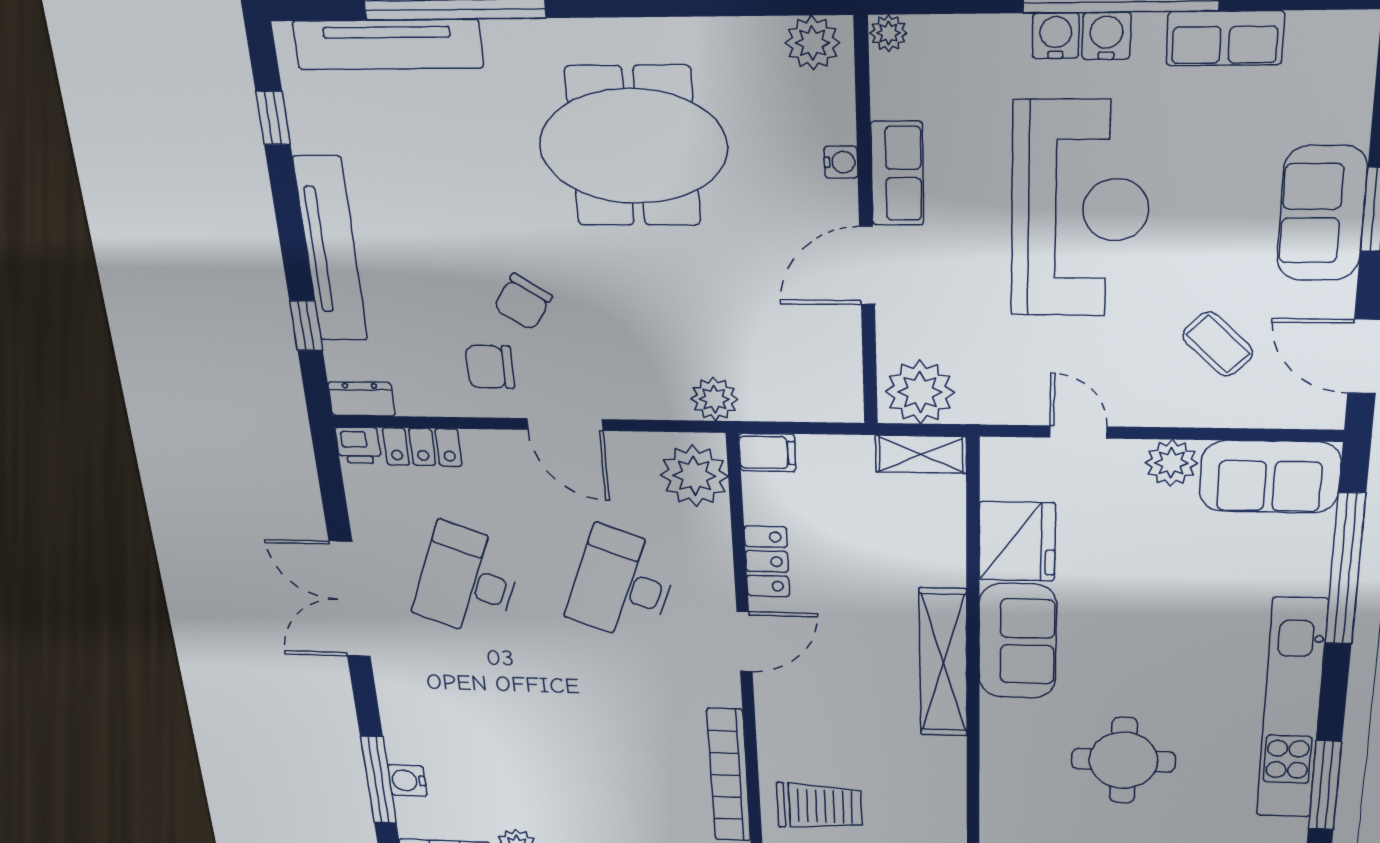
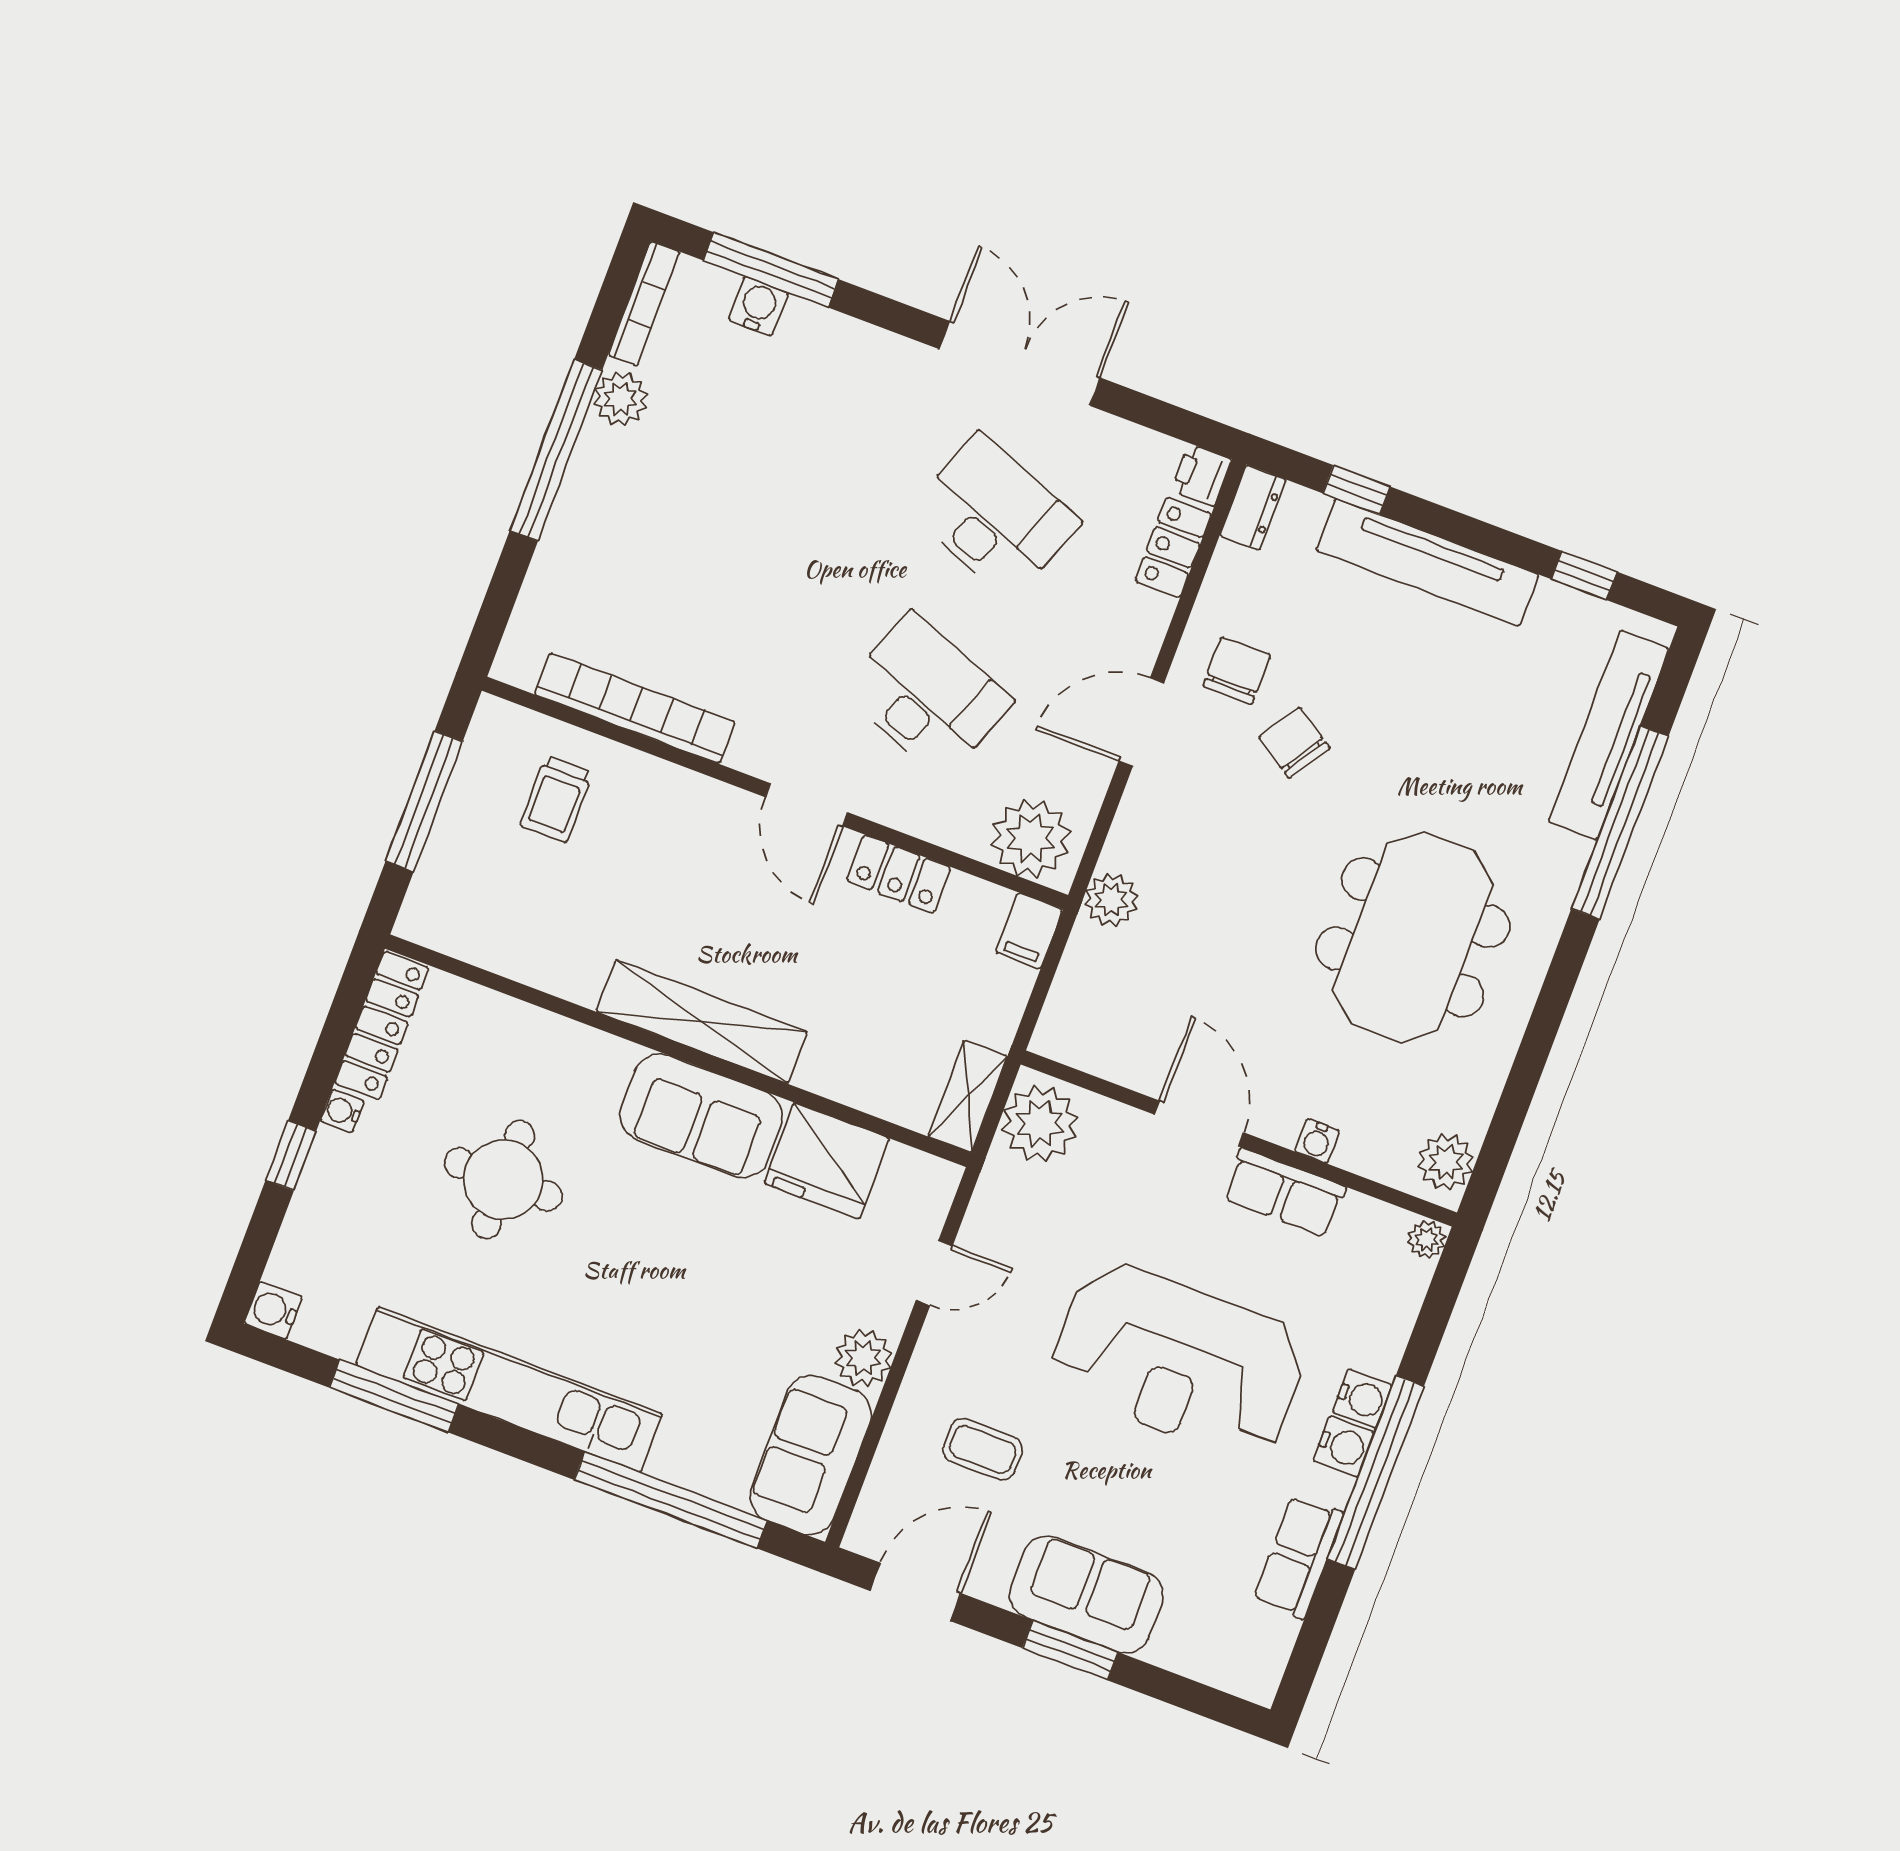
coffee table: (1218, 344) -> (983, 1449), turned 46
trolley: (819, 806) -> (556, 799), width x0.73, depth x0.72

